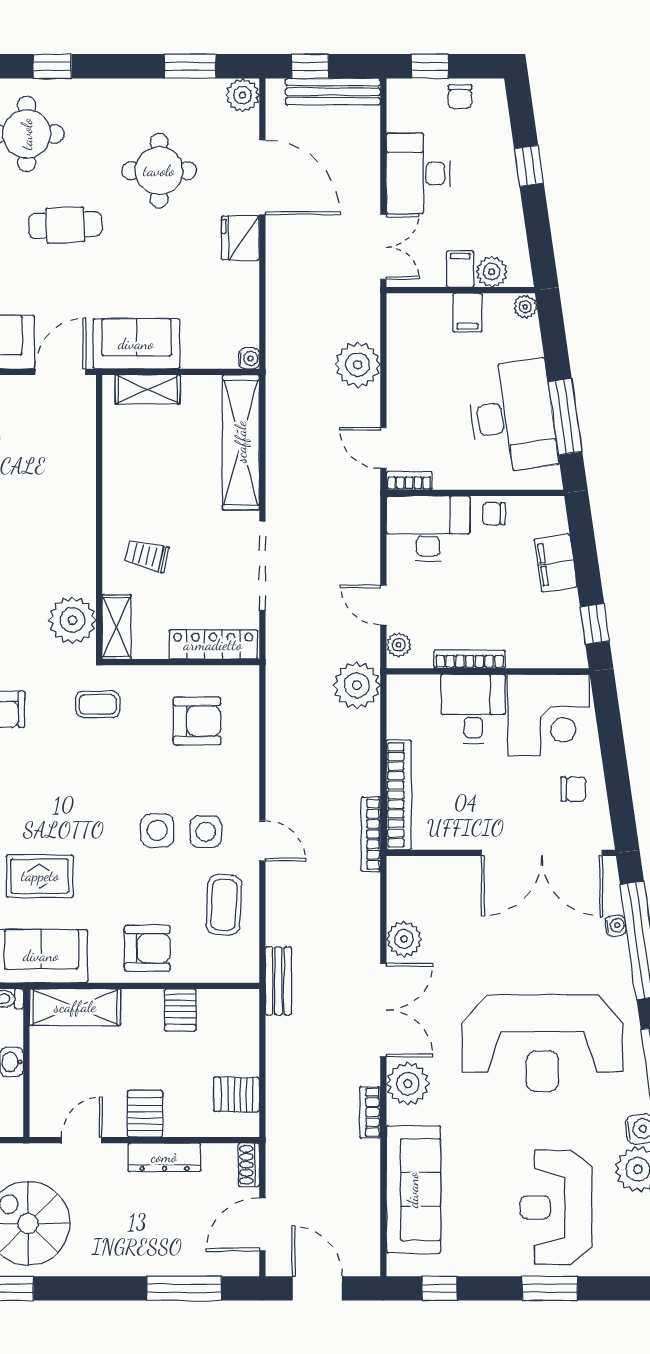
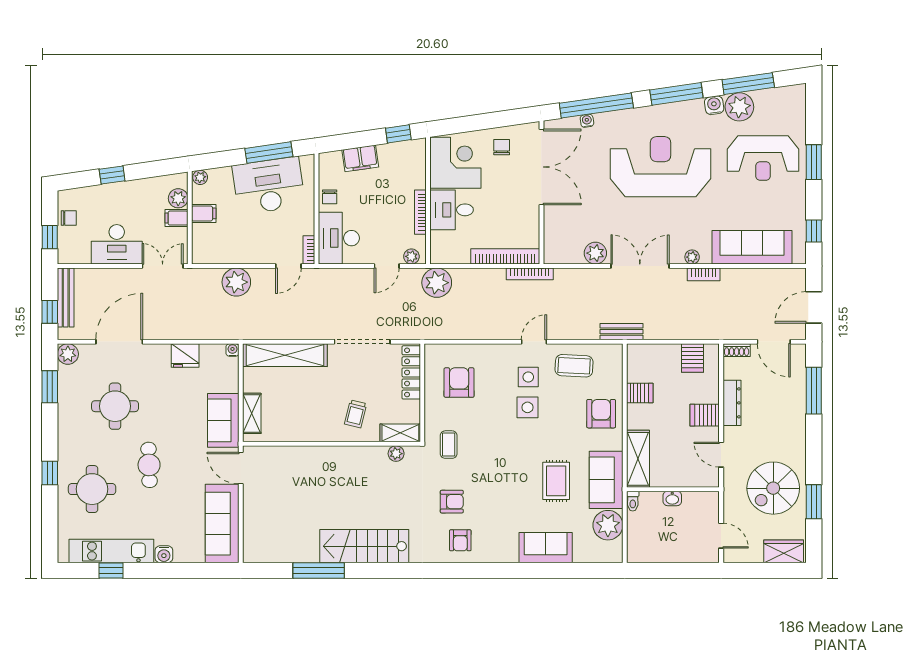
fridge: (240, 238) -> (185, 355), moved
plant: (72, 620) -> (396, 454), width x0.53, depth x0.53
reception desk: (542, 1043) -> (661, 167), turned -90
plant: (408, 1084) -> (692, 257), width x0.53, depth x0.53

